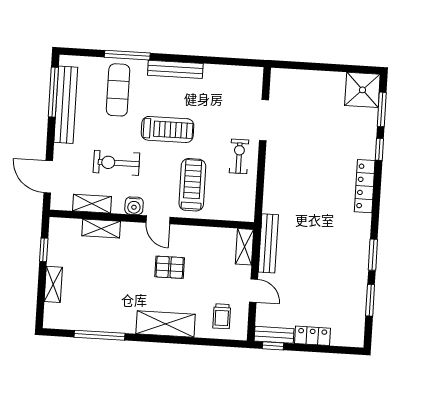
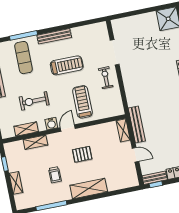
treadmill: (168, 129) -> (67, 65), moved
door: (158, 220) -> (68, 128), swing flipped
trolley: (222, 316) -> (55, 175), moved

